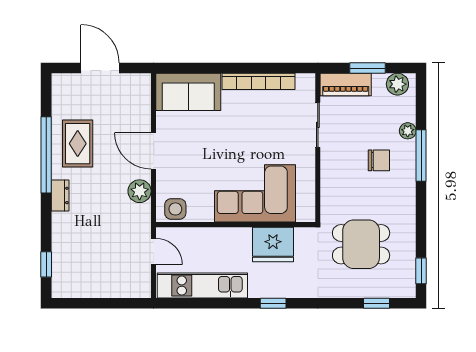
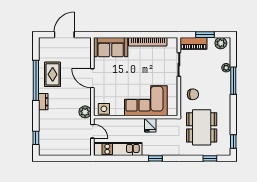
door: (100, 68) -> (64, 35), hinge flipped
chair: (379, 160) -> (193, 94), moved
plant: (140, 191) -> (85, 112), moved
dining table: (361, 244) -> (202, 127), width x1.38
fridge: (273, 245) -> (150, 125), width x0.53, depth x0.75

